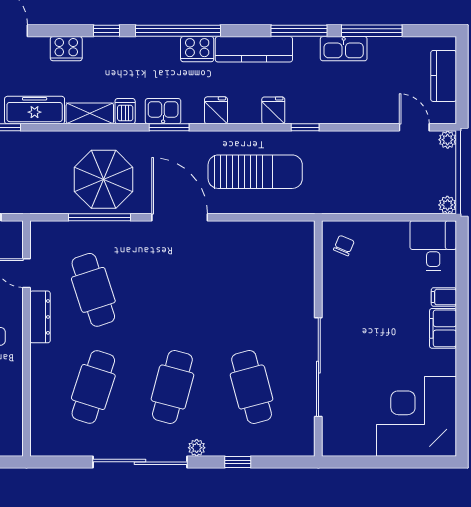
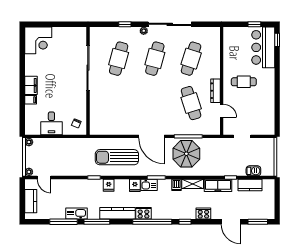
kitchen sink: (163, 111) -> (149, 185), moved
desk: (433, 246) -> (51, 123), moved
cafe table: (252, 387) -> (119, 59), turned 30
corner desk: (417, 416) -> (38, 40), width x0.74, depth x0.74

